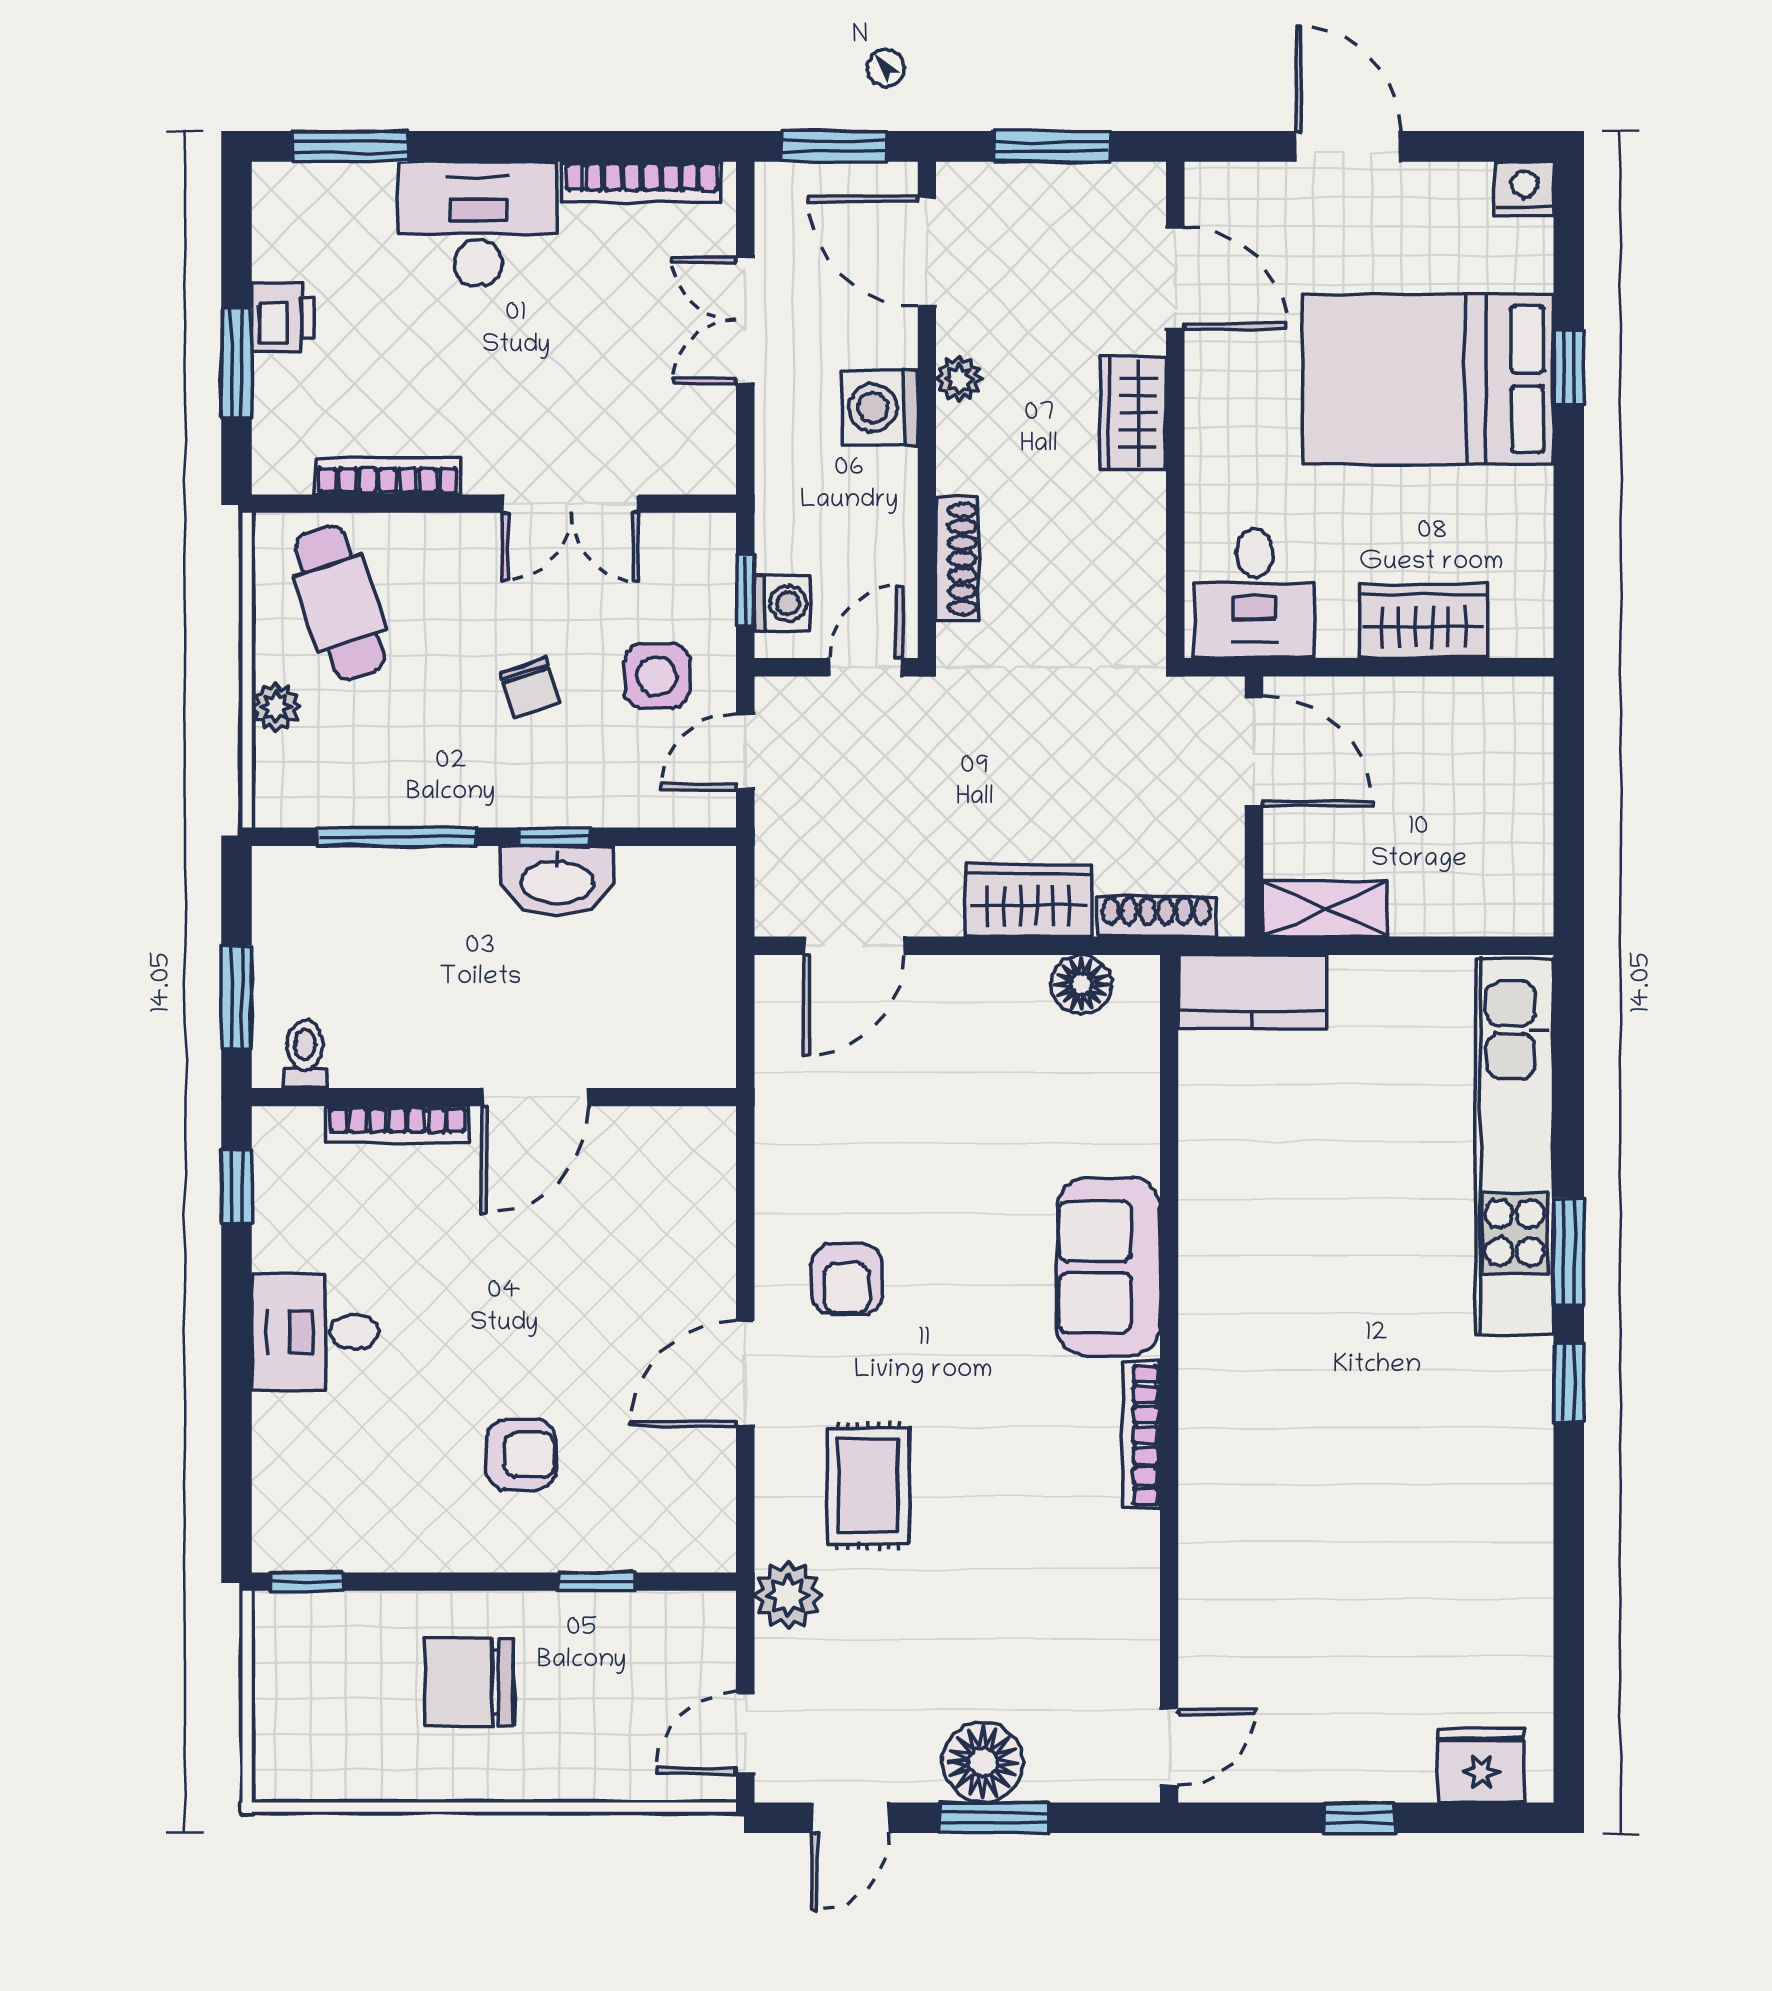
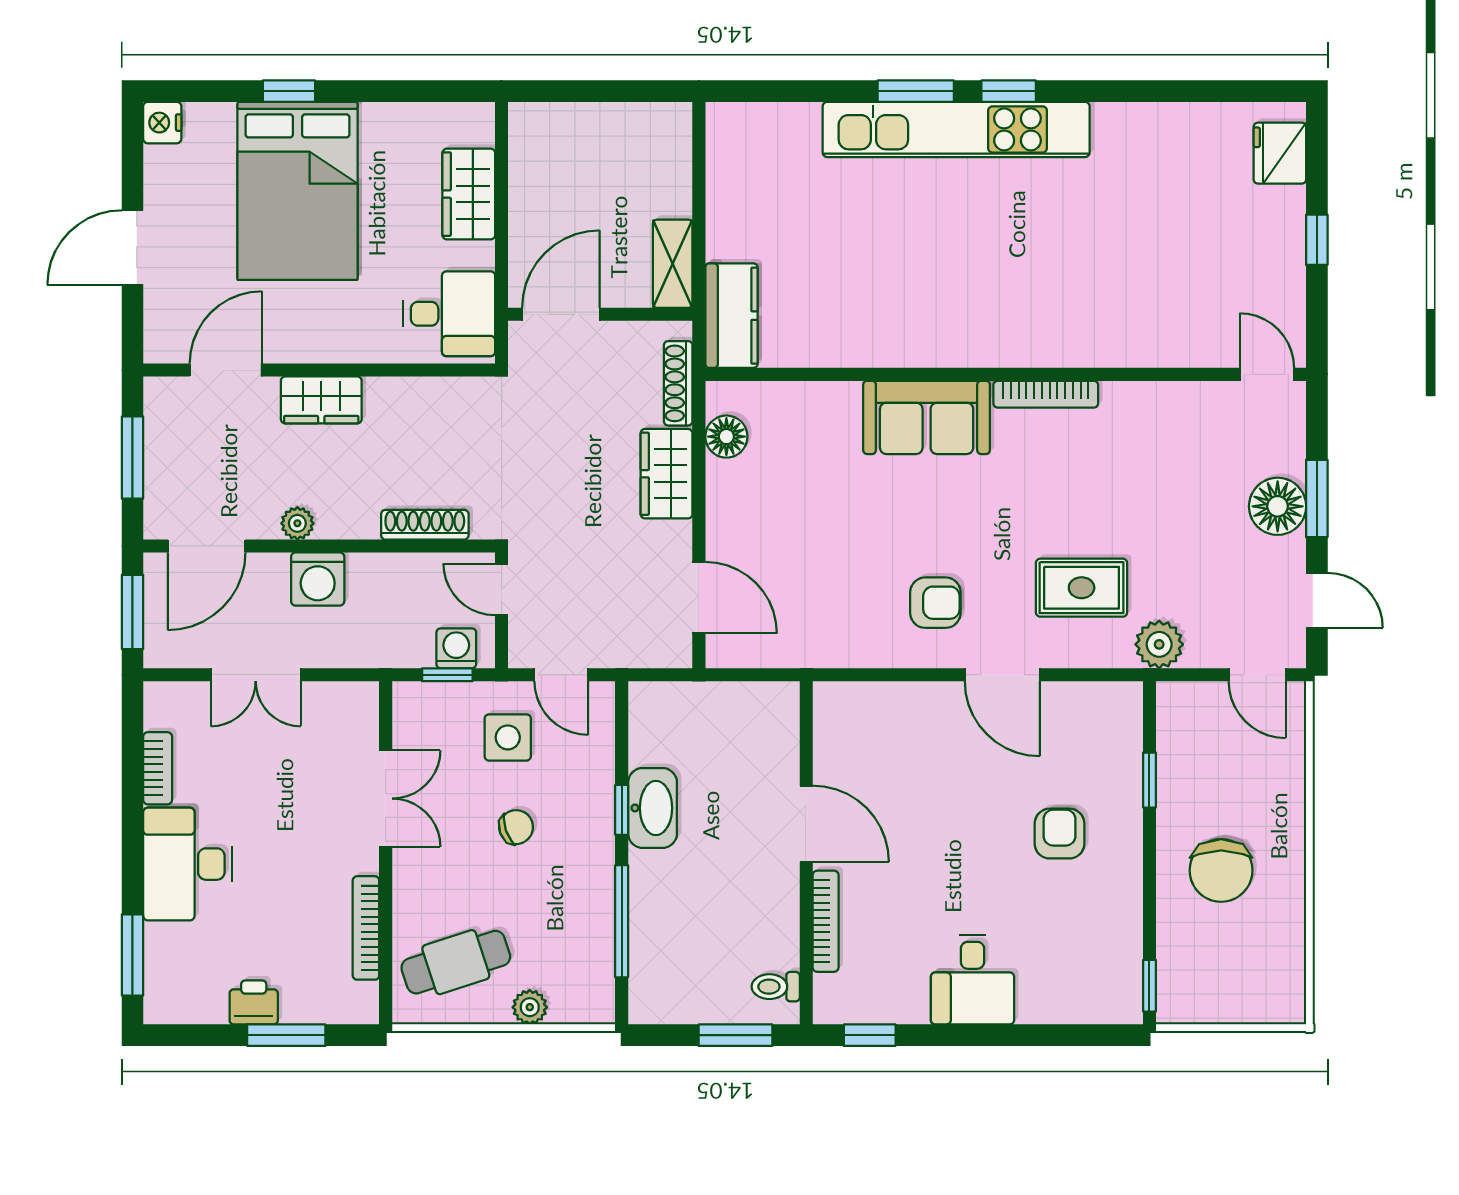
bookcase: (642, 182) -> (158, 768), width x0.64
kitchen unit: (1515, 1146) -> (956, 129), moved

